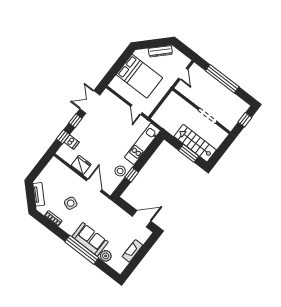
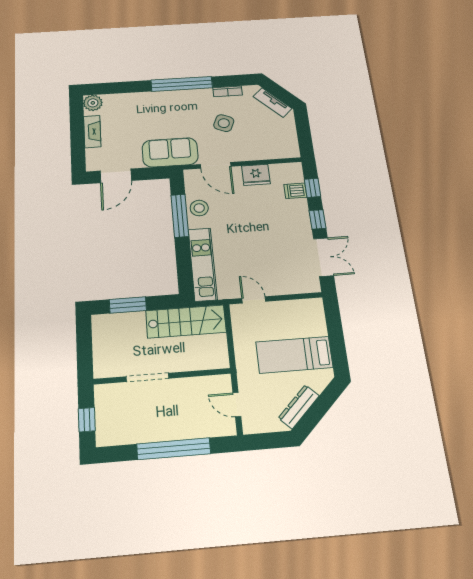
bed: (139, 76) -> (294, 355), width x0.67
stairs: (195, 143) -> (186, 321), moved
window: (132, 175) -> (180, 216), width x2.17
sofa: (90, 239) -> (170, 152), moved, turned 180
window: (82, 250) -> (182, 84), moved
plant: (106, 256) -> (93, 103), moved

